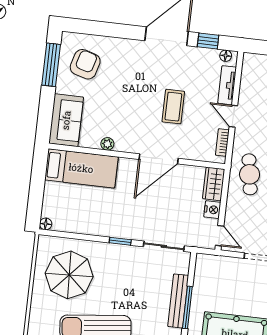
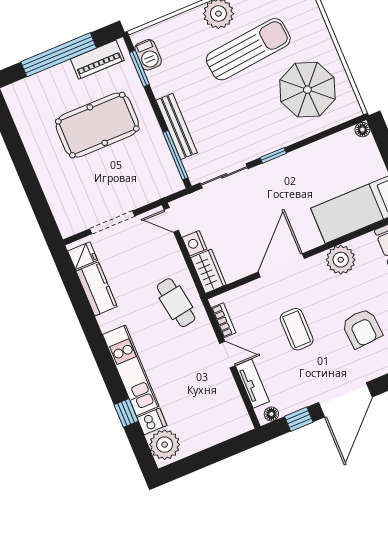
armchair: (126, 81) -> (362, 328), added
plant: (107, 144) -> (341, 260), width x1.87, depth x1.87
window: (187, 307) -> (175, 155), moved

